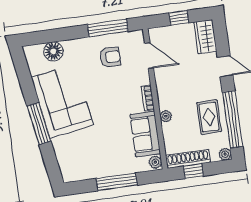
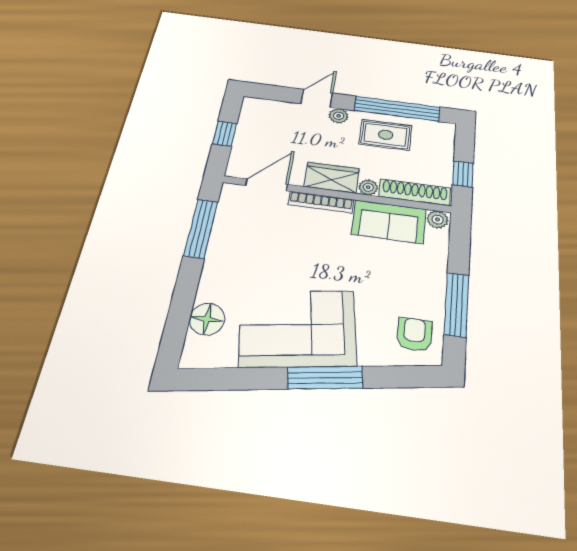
wardrobe: (205, 37) -> (332, 178), moved, turned 180
armchair: (110, 57) -> (414, 334), moved
bookcase: (148, 98) -> (321, 202), width x1.56
plant: (225, 154) -> (339, 116), moved
shoe rack: (188, 159) -> (415, 192), moved, turned 90
window: (117, 182) -> (456, 305), moved

